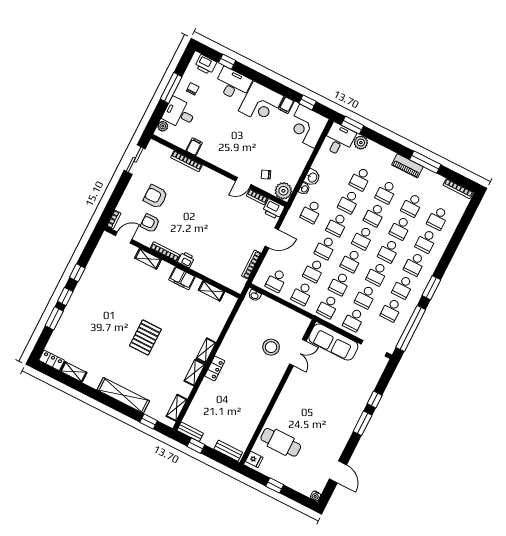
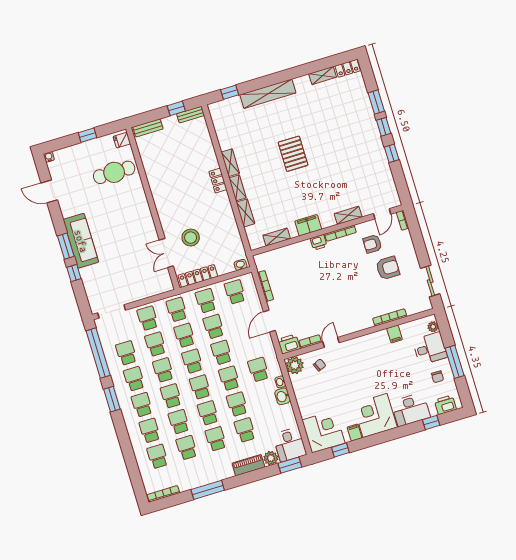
piano: (407, 166) -> (248, 465), moved
armchair: (150, 223) -> (372, 244), turned 180
locker: (291, 316) -> (198, 276), added
sofa: (333, 342) -> (81, 241), moved, turned 90
shelving: (177, 408) -> (245, 213), moved

